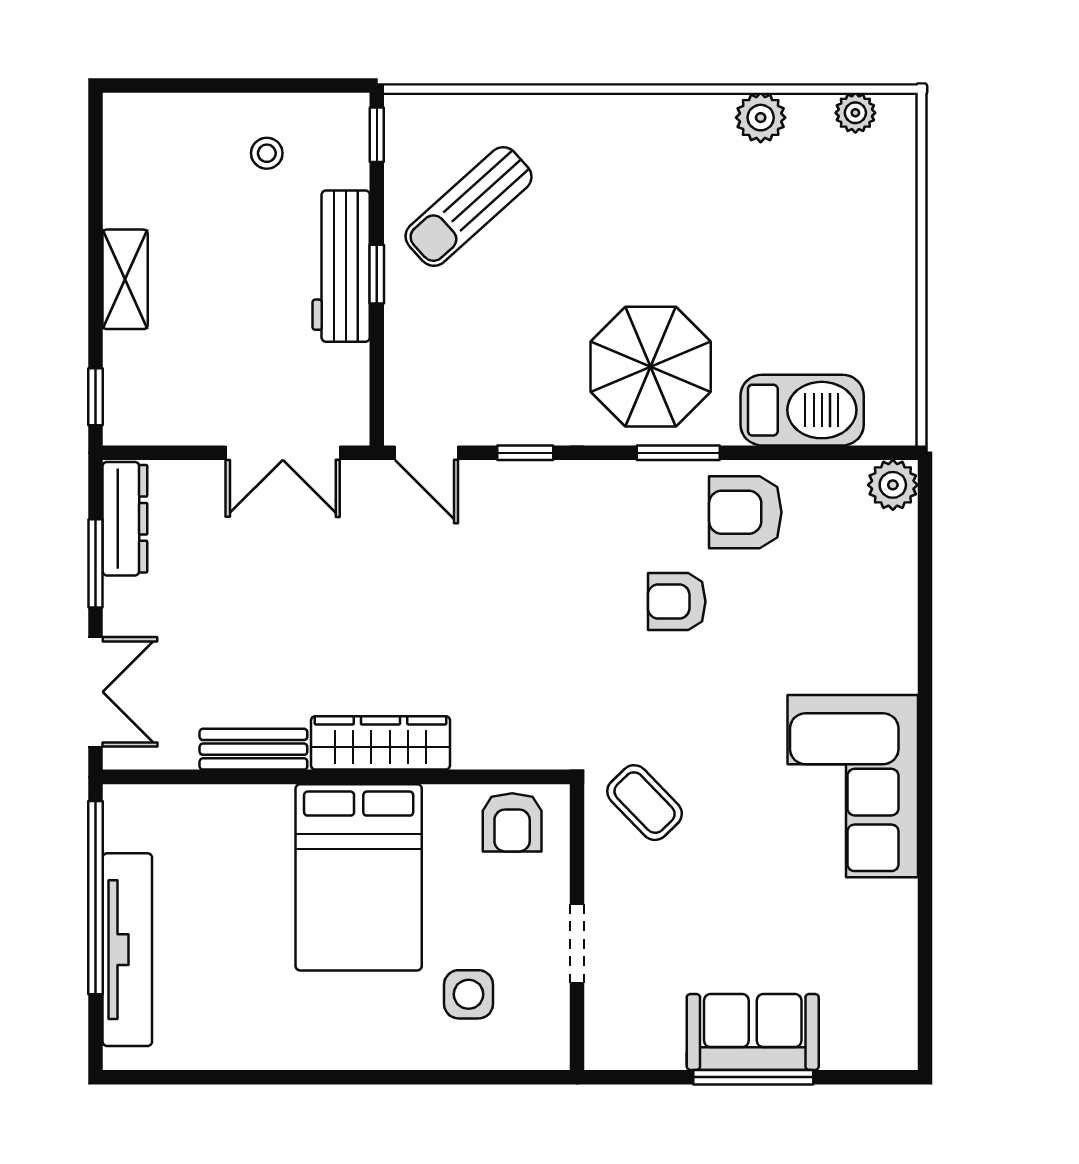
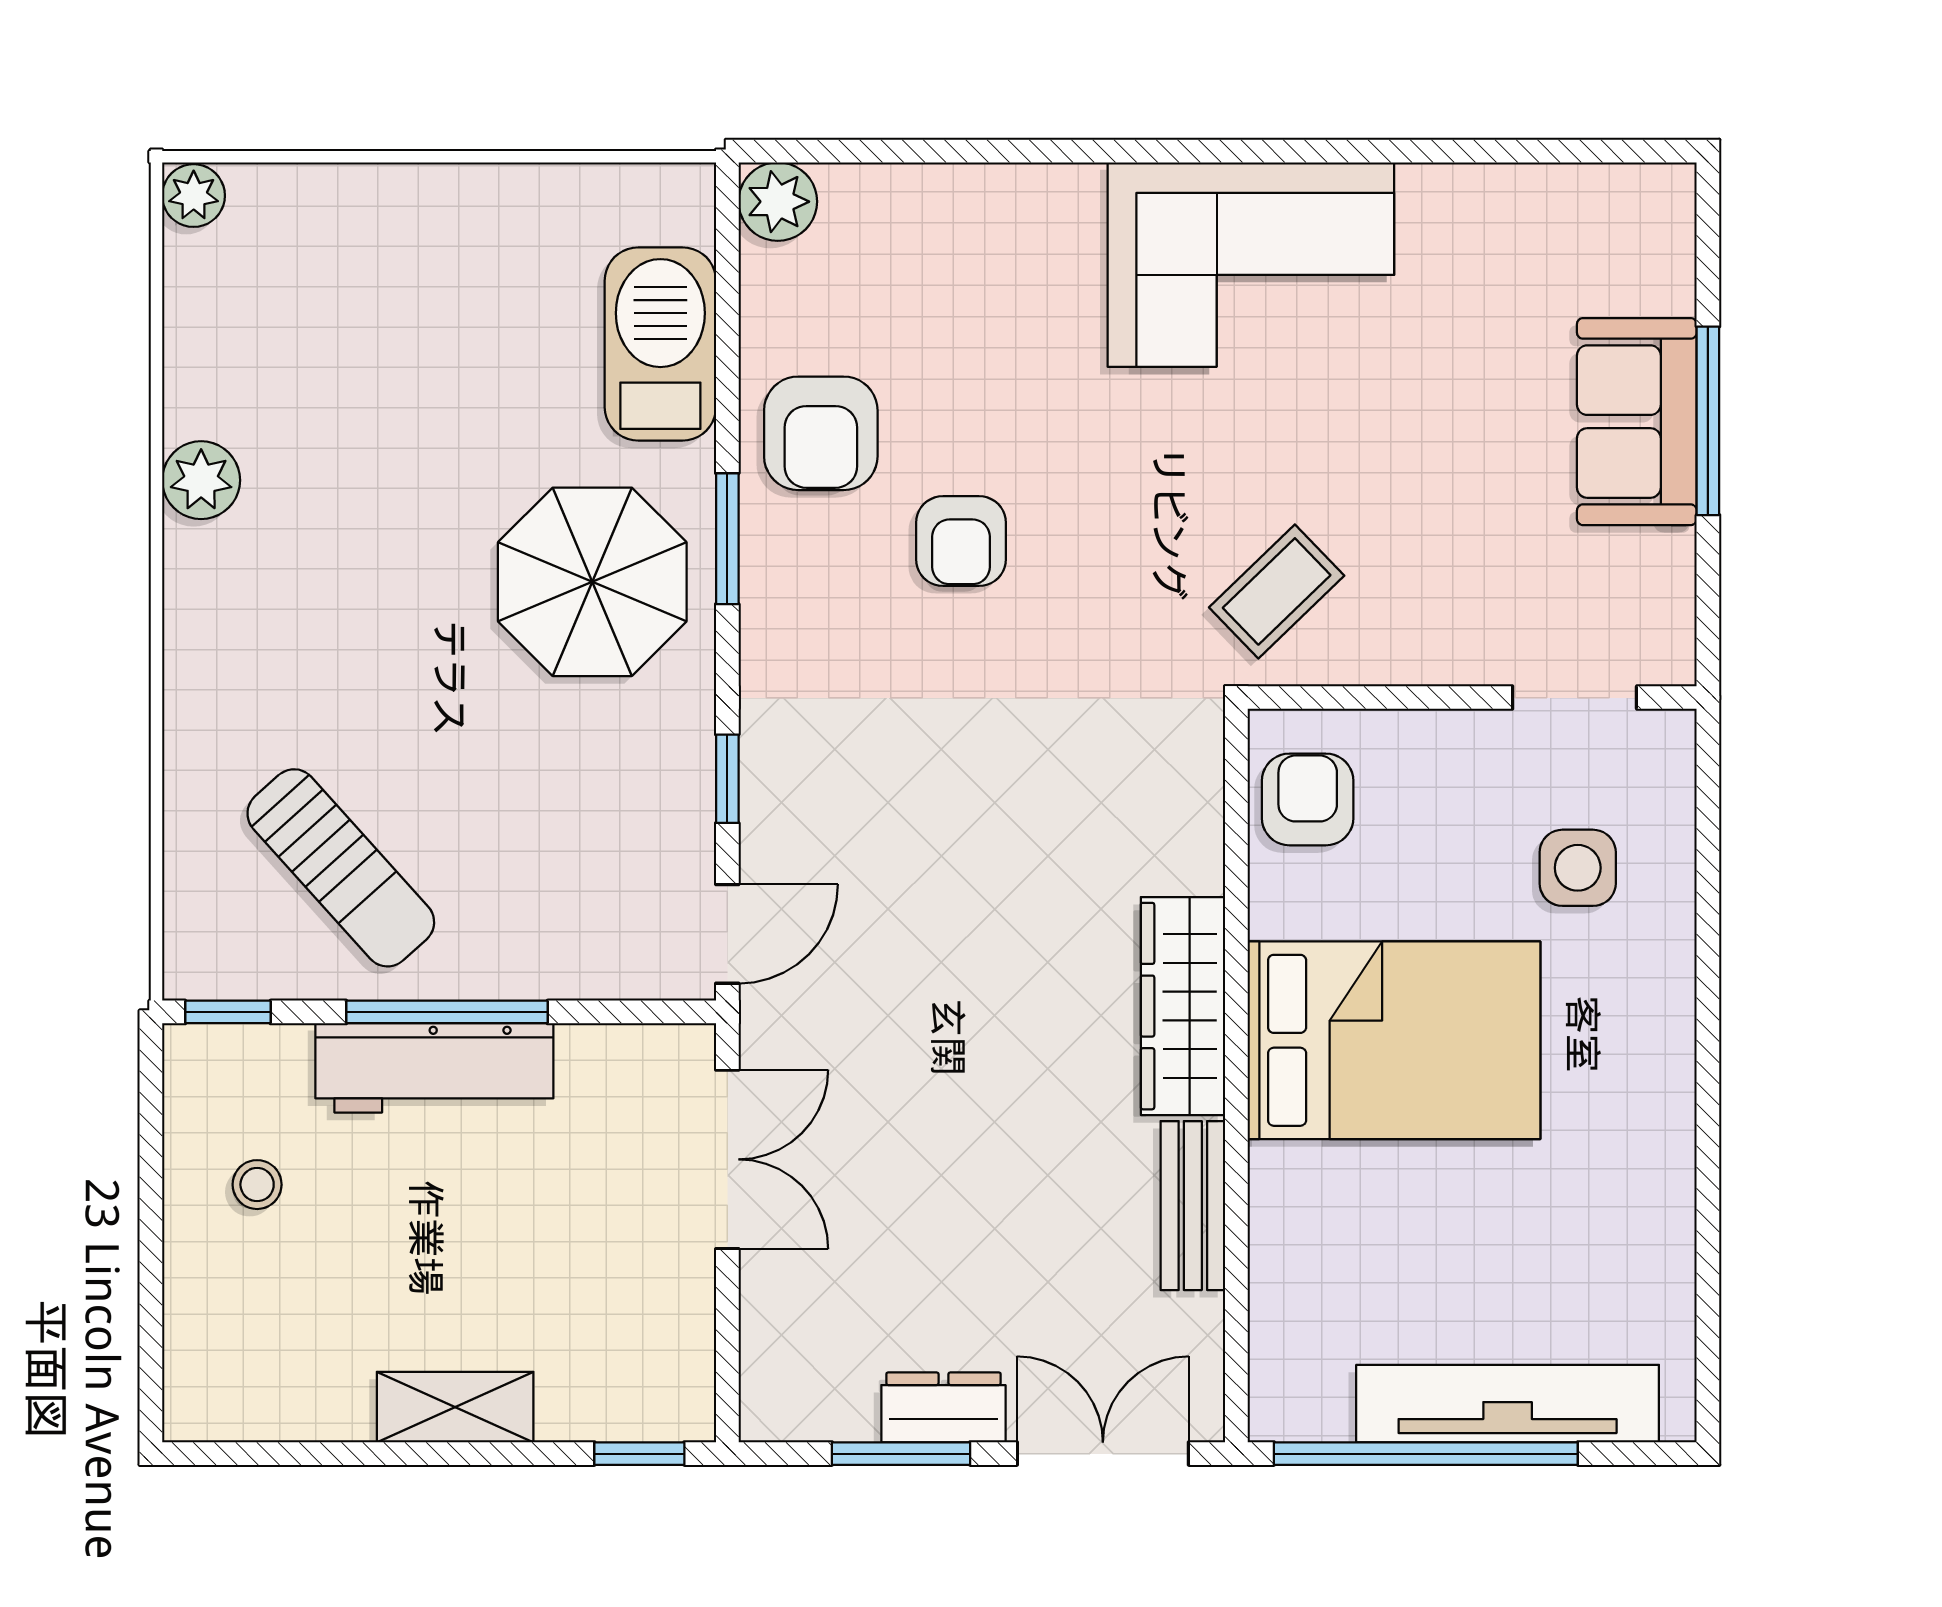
plant: (855, 113) -> (194, 196), moved
plant: (761, 118) -> (201, 480), moved
window: (377, 274) -> (447, 1012), width x2.17
dresser: (125, 519) -> (943, 1407), moved, width x0.70
armchair: (512, 822) -> (1308, 799), turned -90
doorway: (577, 944) -> (1575, 698), moved

